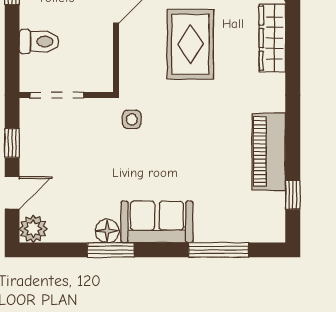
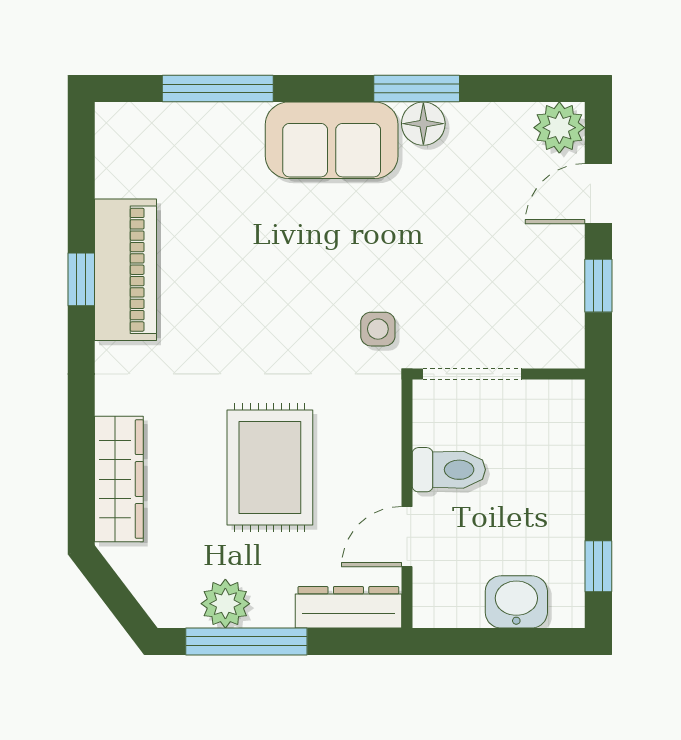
toilet: (39, 41) -> (449, 470), moved, turned 180
doorway: (57, 95) -> (472, 374), moved
window: (293, 195) -> (81, 279), moved

